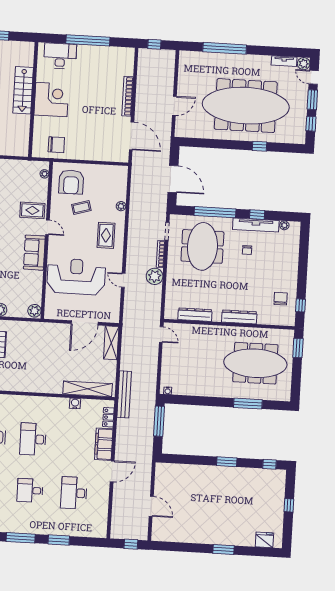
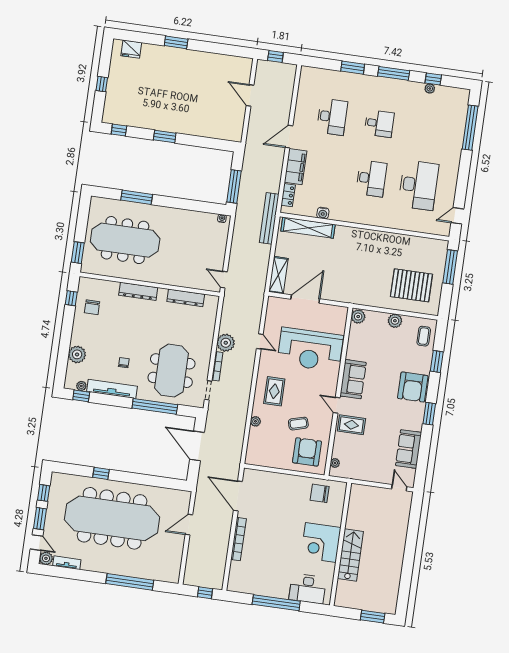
window: (257, 215) -> (81, 396), moved
plant: (291, 254) -> (77, 354), added

